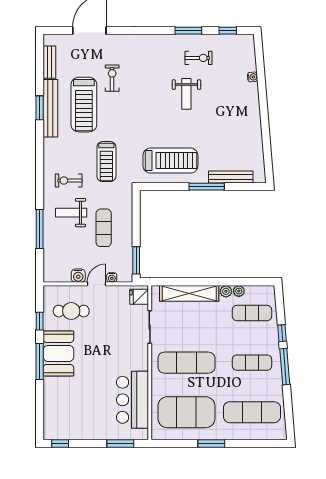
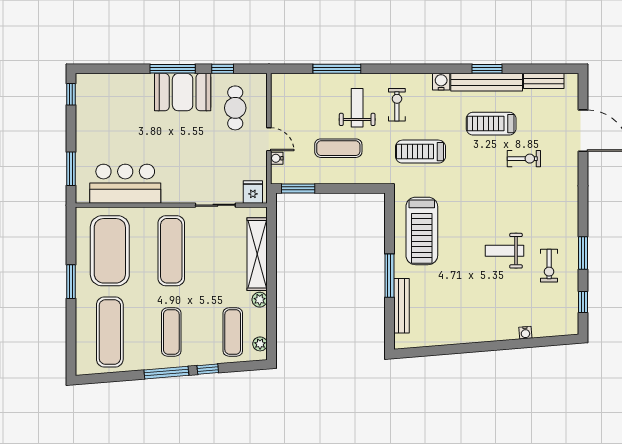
treadmill: (84, 105) -> (491, 124), width x0.73, depth x0.73
water cooler: (78, 276) -> (441, 82), moved, turned 90
plant: (239, 291) -> (260, 344), moved

